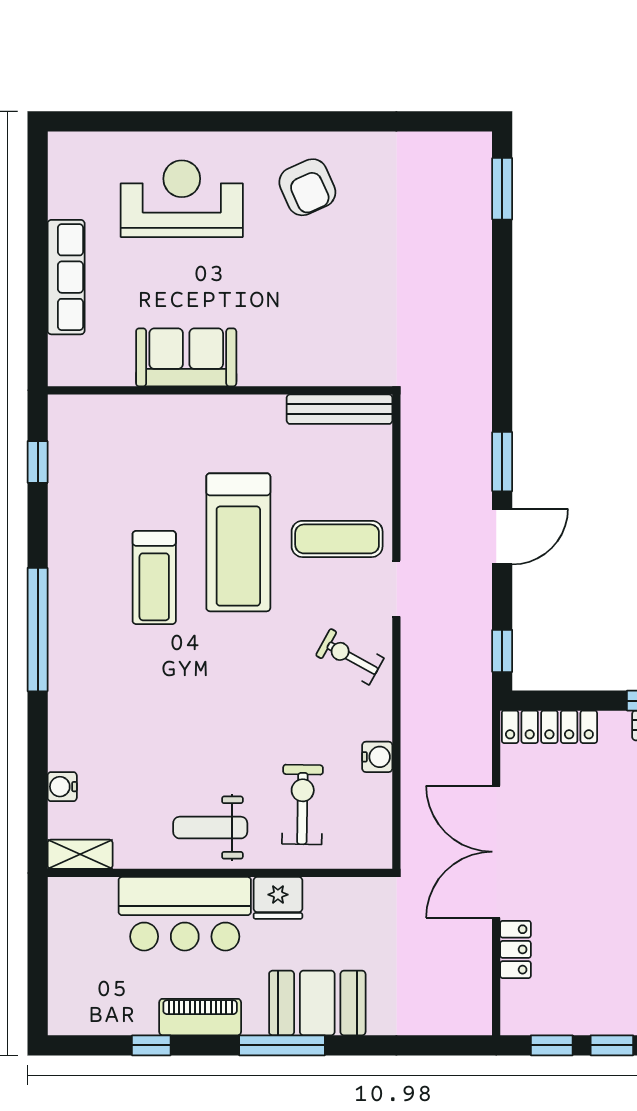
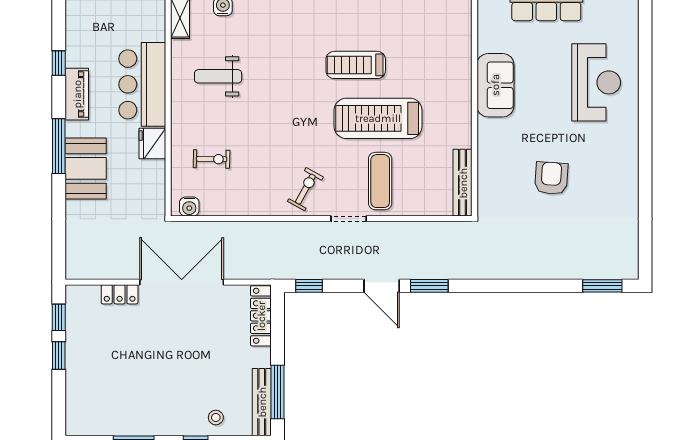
armchair: (307, 187) -> (551, 178), moved, turned 118
water cooler: (377, 757) -> (189, 207), moved
exercise bike: (302, 805) -> (212, 159), width x0.73, depth x0.72
weight bench: (210, 828) -> (218, 76), moved, turned -90

